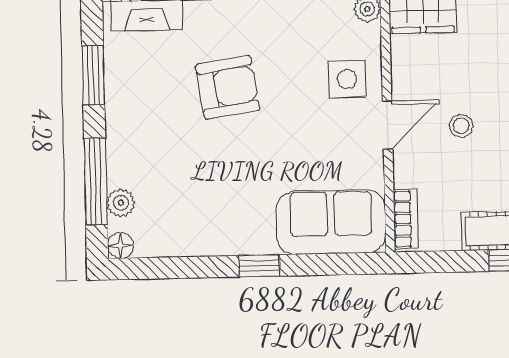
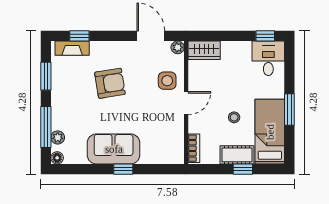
stool: (461, 126) -> (234, 117), moved
sofa: (331, 222) -> (114, 149), moved

